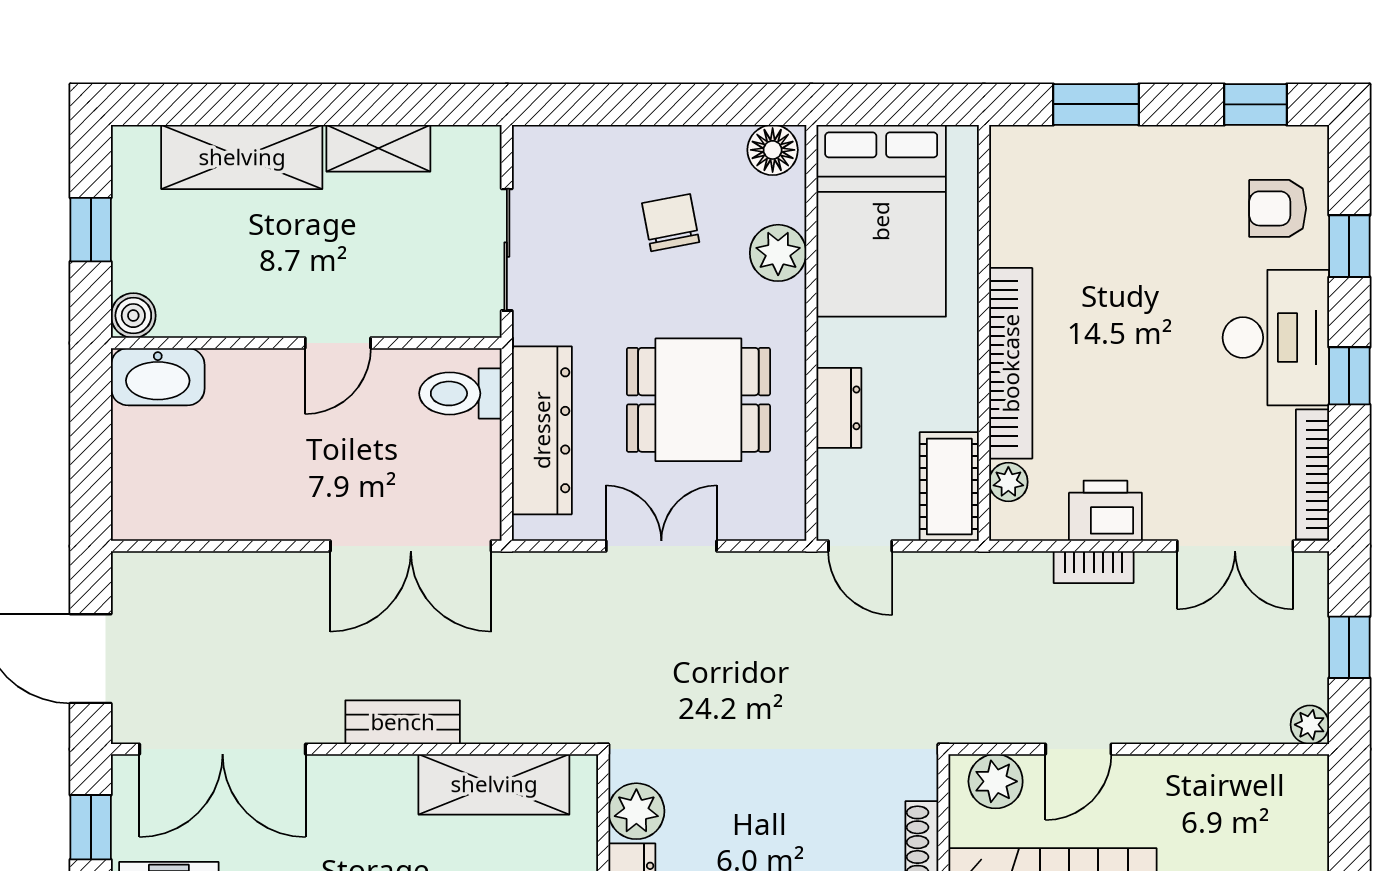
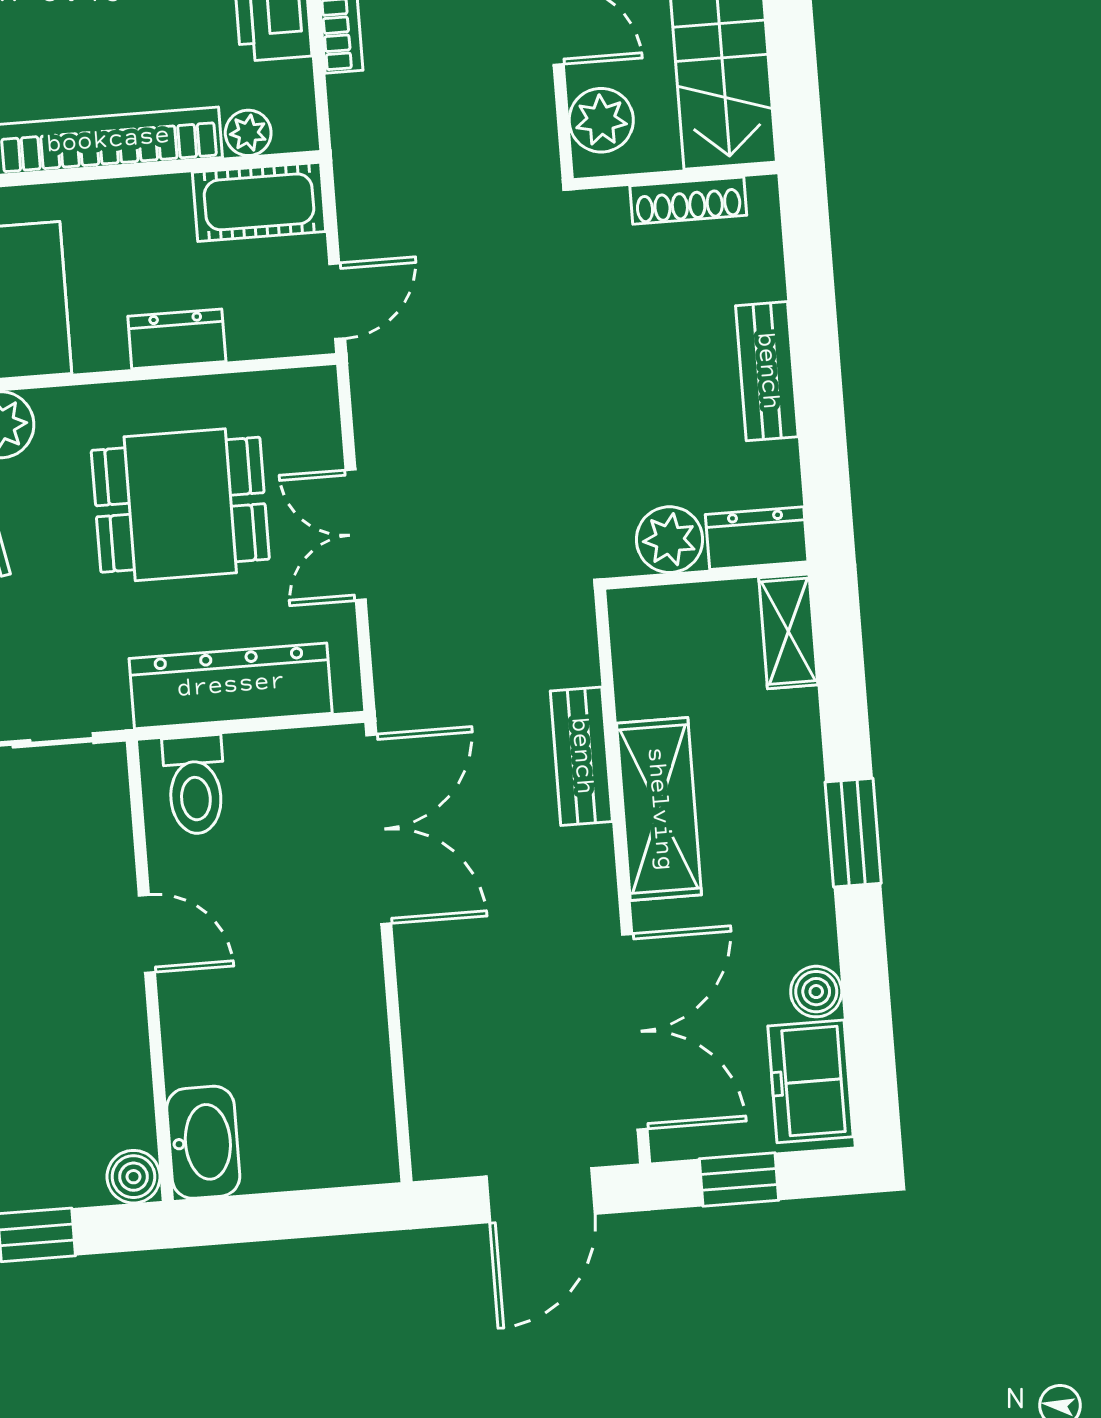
dining table: (698, 400) -> (180, 505), turned 90
bench: (403, 722) -> (581, 756), moved
shelving: (494, 784) -> (659, 809), moved

